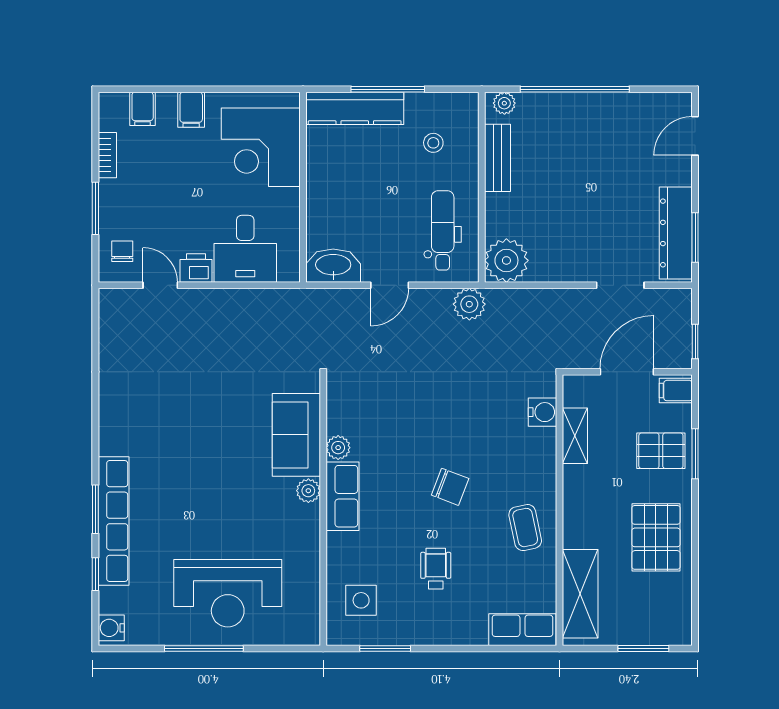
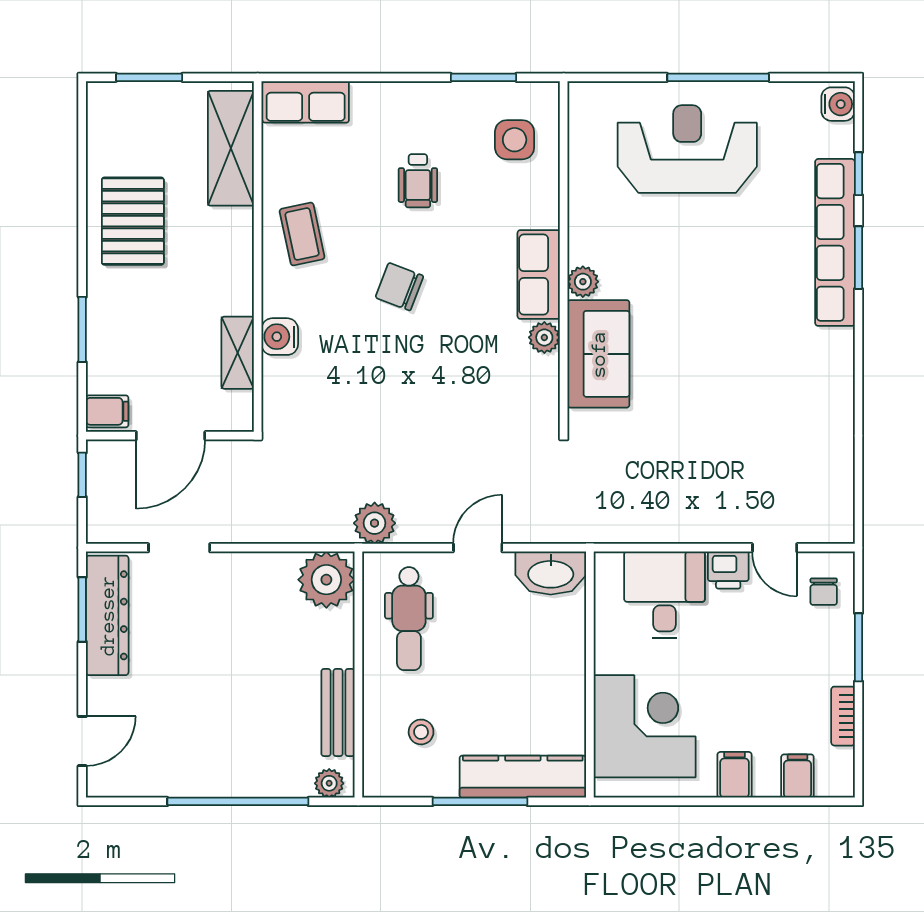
water cooler: (542, 412) -> (280, 337), moved
pallet: (661, 451) -> (126, 333), removed

